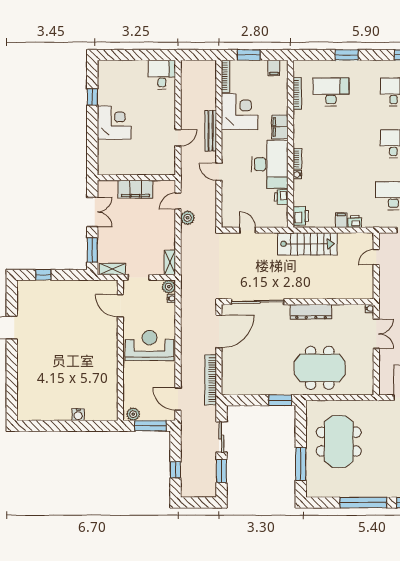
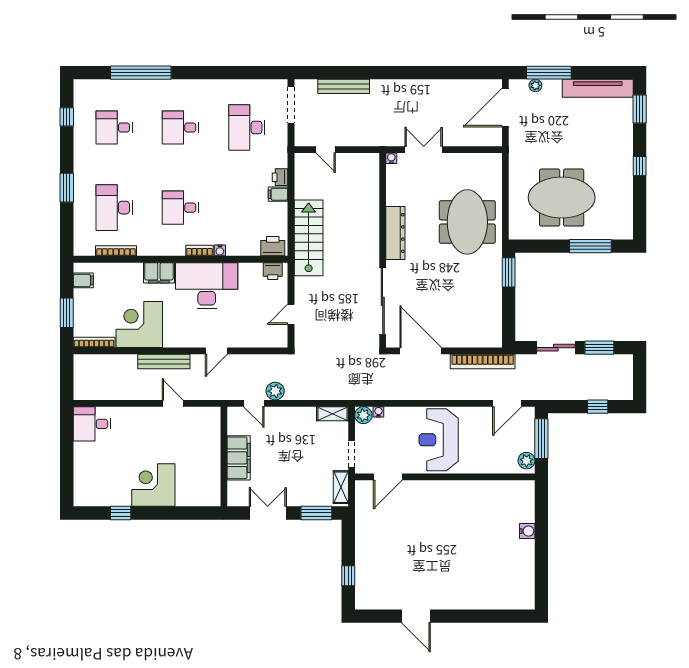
desk: (331, 144) -> (180, 208), added
printer: (281, 197) -> (273, 271), moved
window: (363, 503) -> (640, 166), width x0.32

